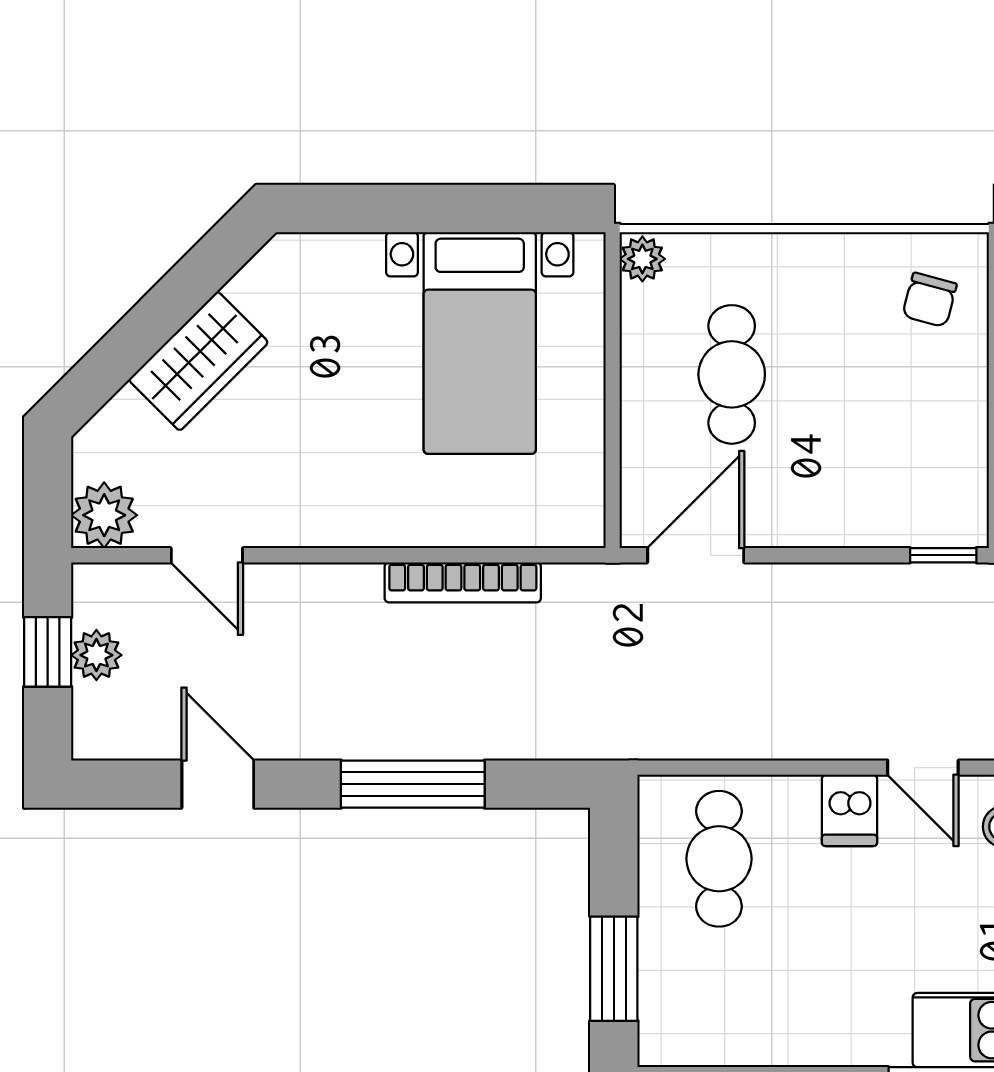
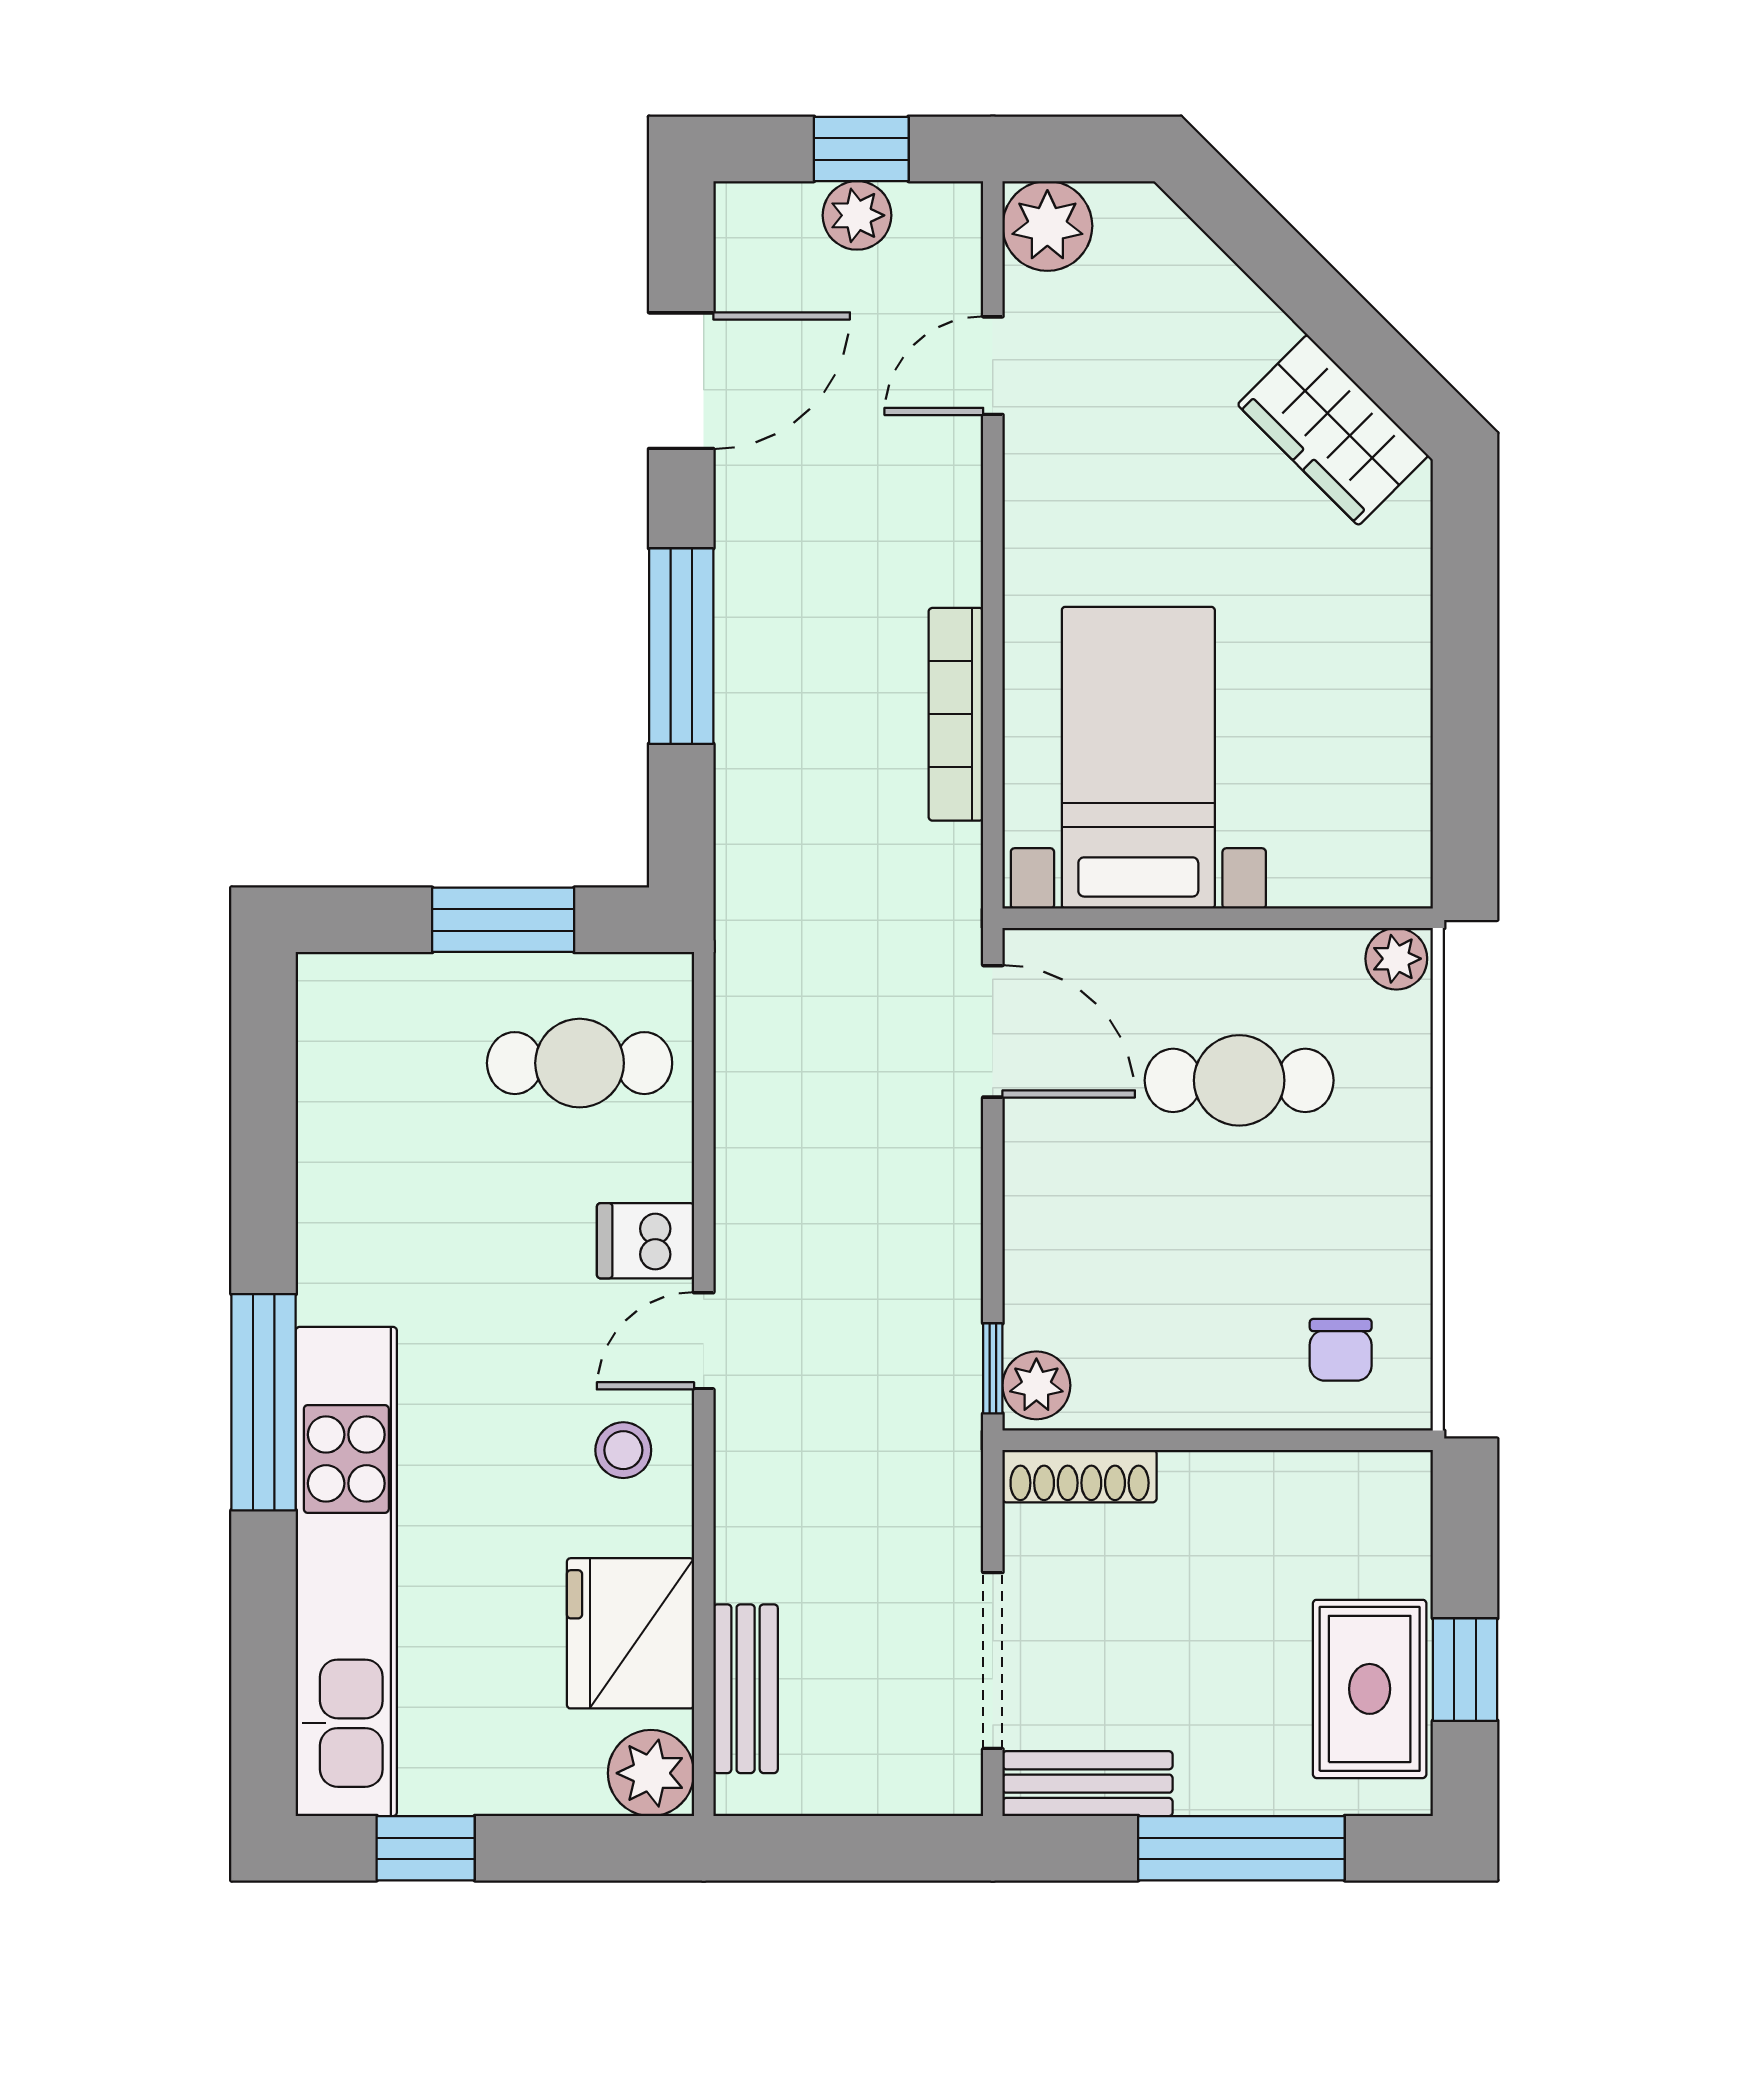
chair: (930, 300) -> (1341, 1350), turned -105
bed with nightstands: (480, 343) -> (1138, 758), moved, turned 90
wardrobe: (198, 361) -> (1333, 430), moved
plant: (956, 523) -> (1036, 1385), added
door: (218, 784) -> (681, 381), width x1.38
window: (614, 969) -> (503, 920), moved

